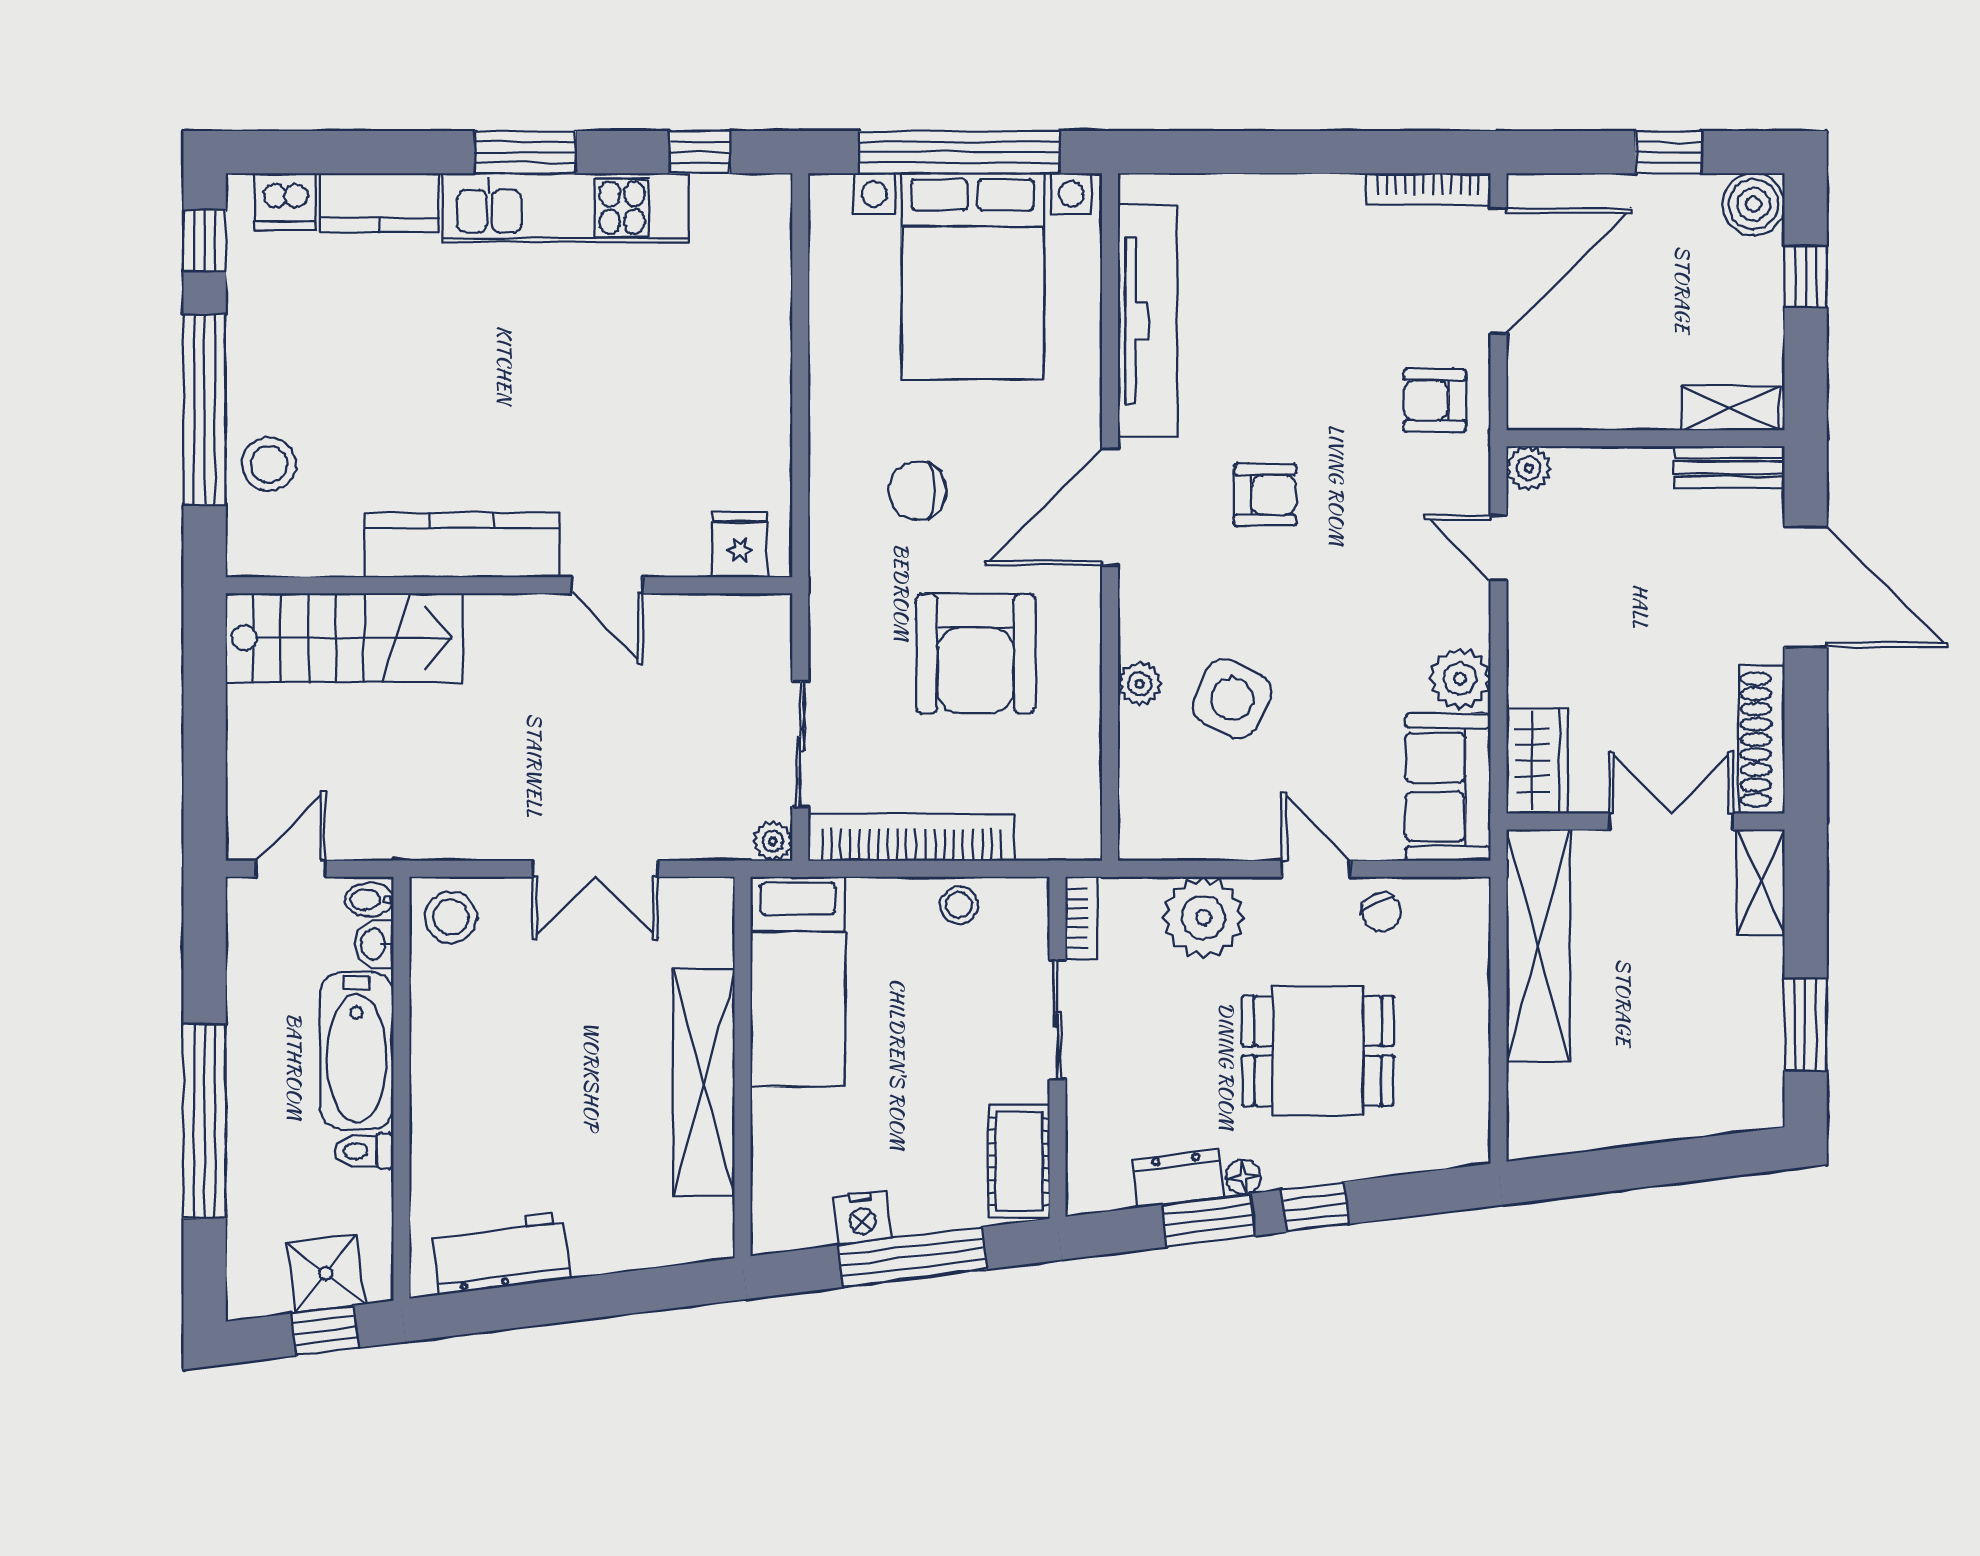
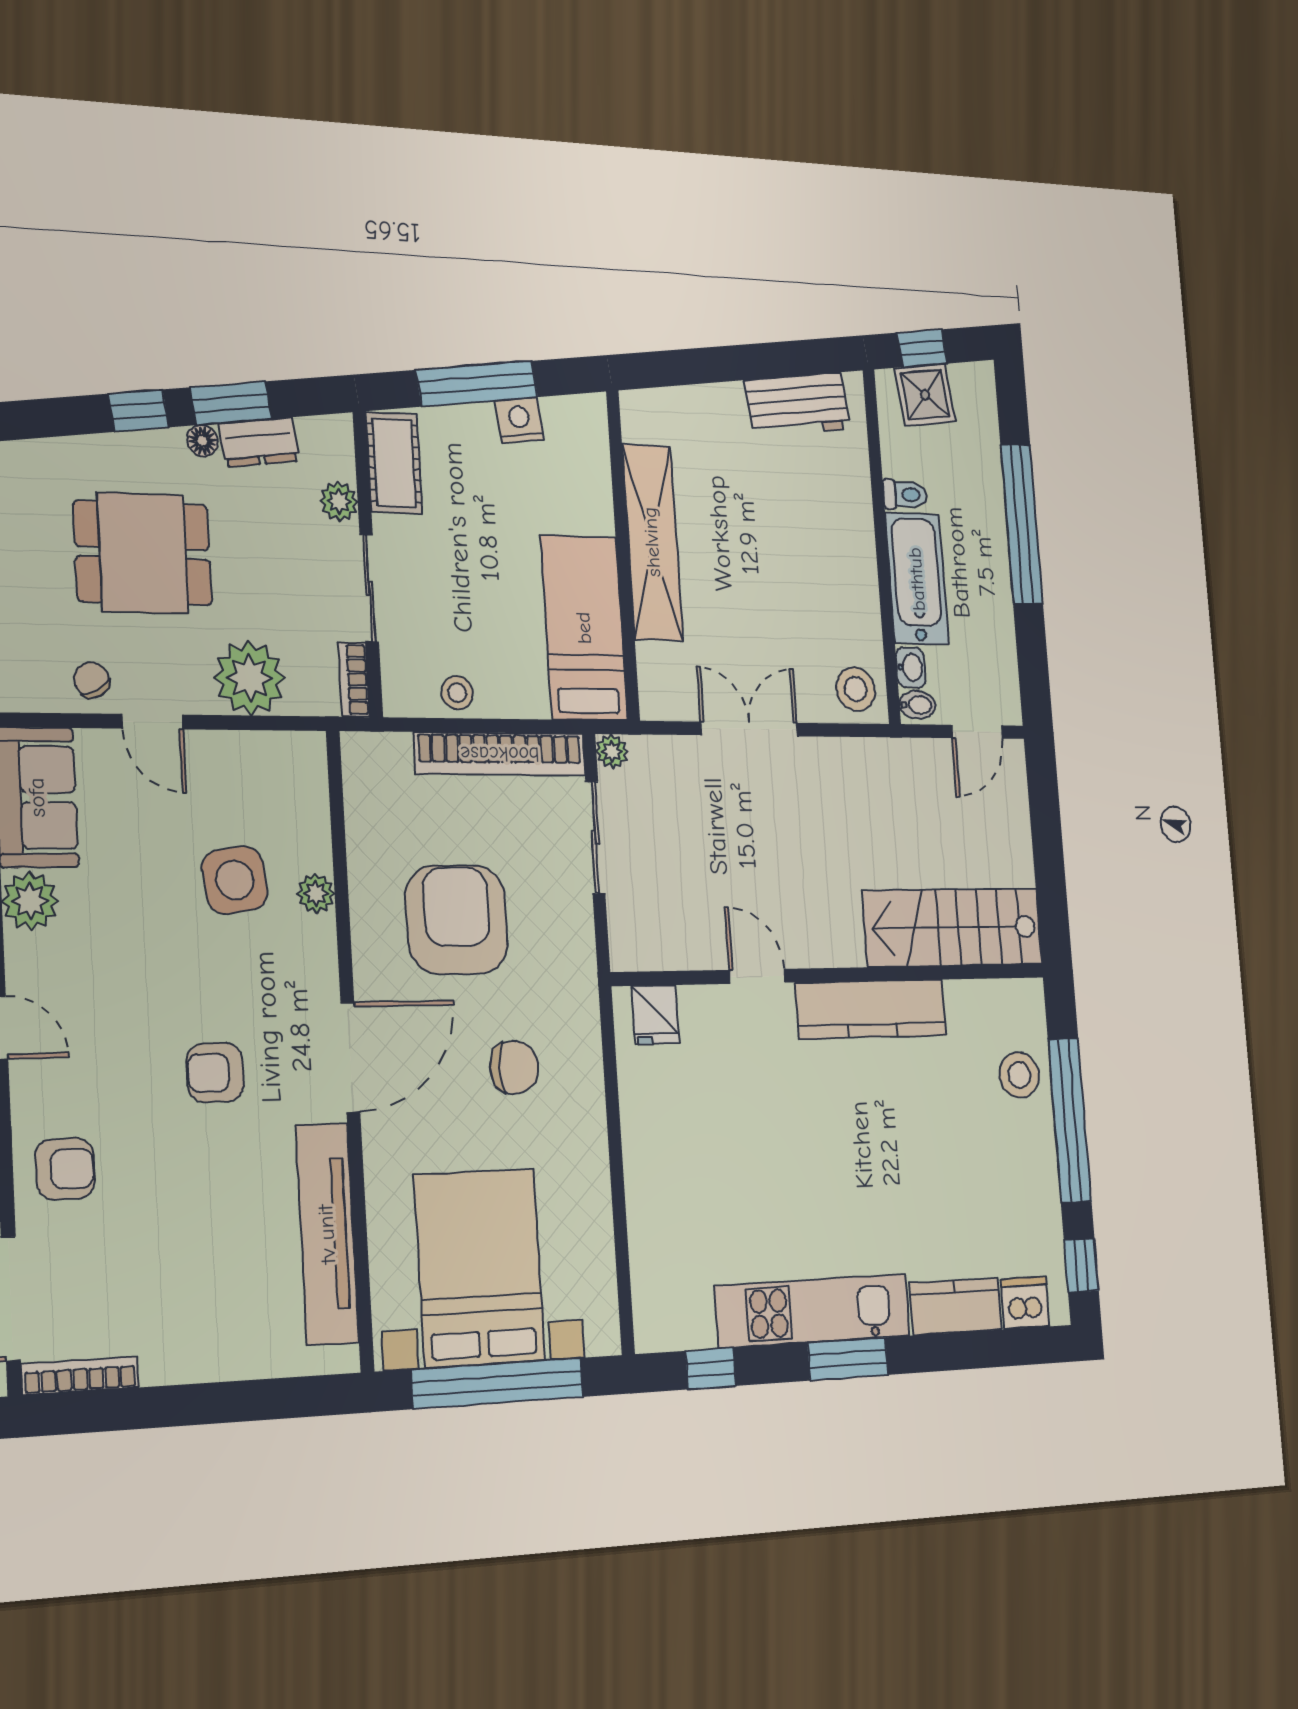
side table: (1232, 699) -> (235, 880), turned -34
plant: (1088, 1116) -> (339, 501), added

